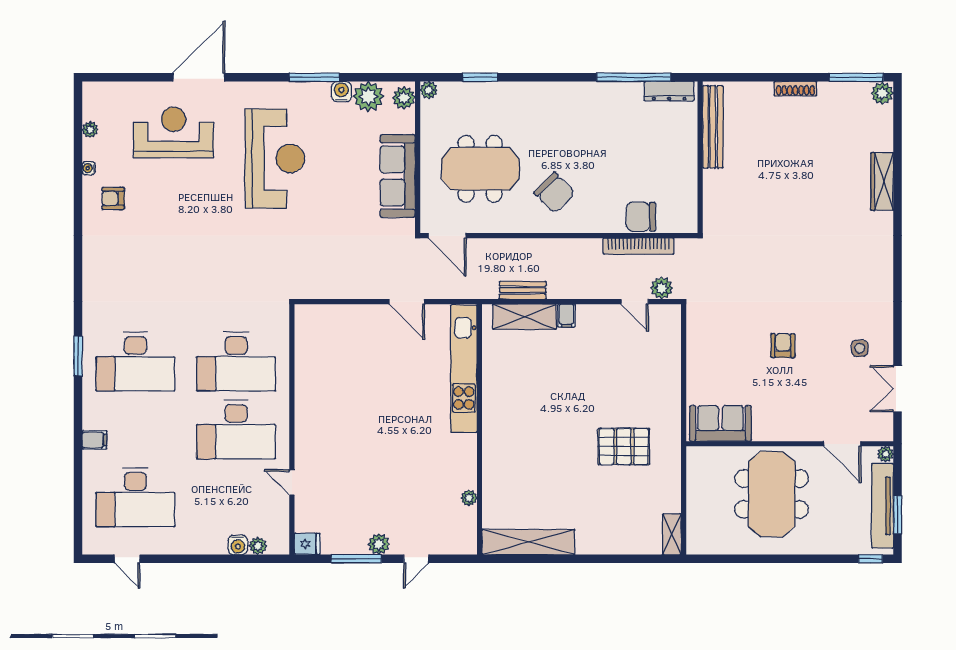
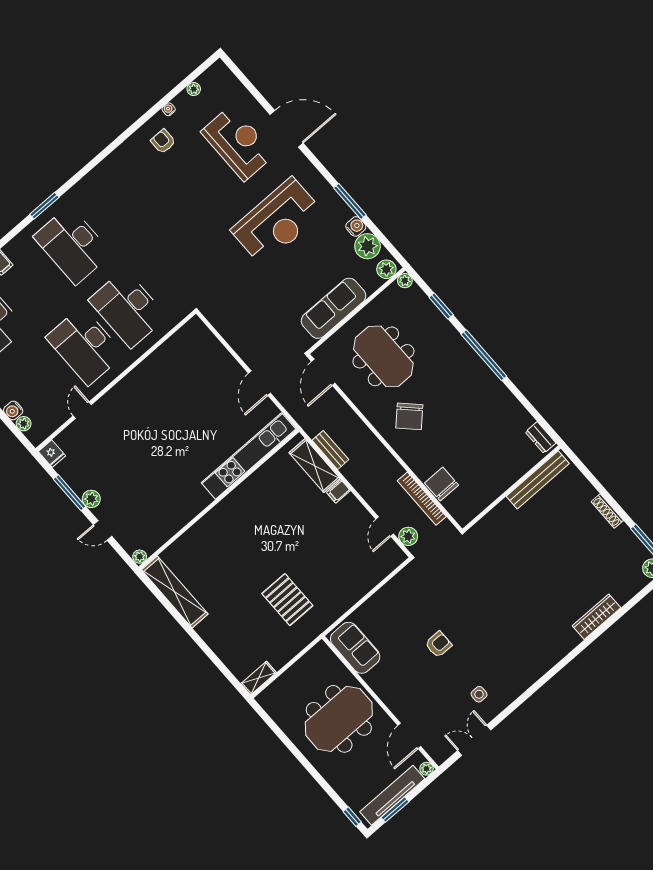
window: (634, 77) -> (484, 355), moved
dresser: (669, 91) -> (540, 438), width x0.70
plant: (469, 498) -> (140, 557), moved

